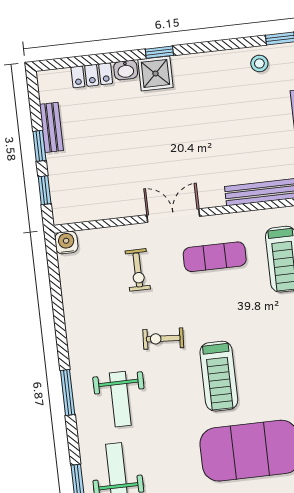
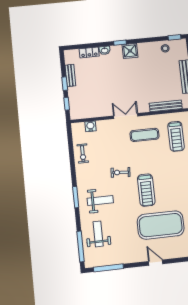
shower: (155, 73) -> (130, 51), moved
water cooler: (66, 243) -> (90, 126), moved
exercise bike: (138, 270) -> (83, 154), moved
weight bench: (120, 399) -> (100, 200), turned -90

